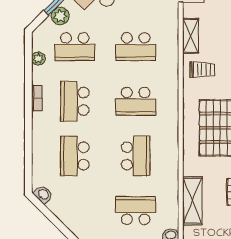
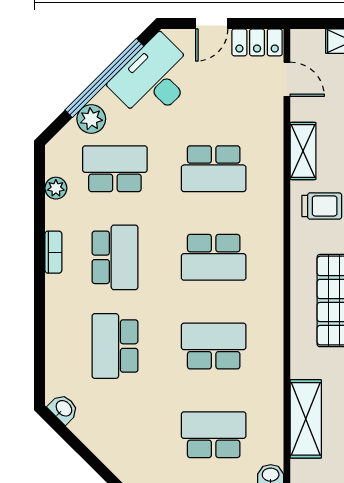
school desk: (75, 47) -> (115, 169), turned 180
school desk: (75, 101) -> (115, 257), turned 180
school desk: (136, 156) -> (214, 346), turned -90

